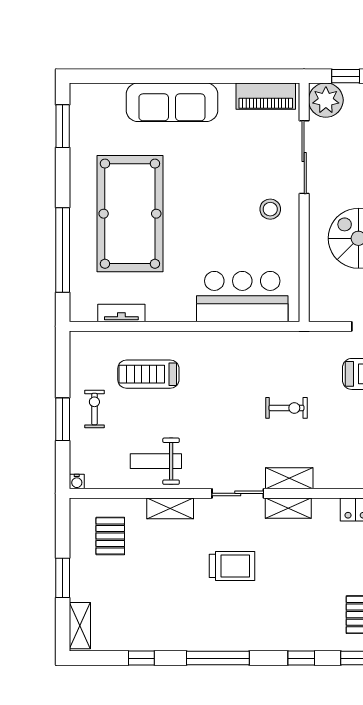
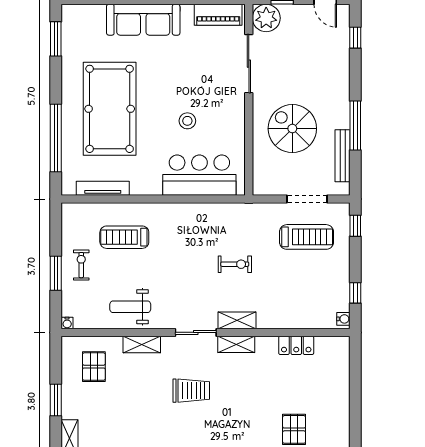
stool: (270, 209) -> (187, 121), moved
tv unit: (121, 313) -> (103, 188), width x1.41

